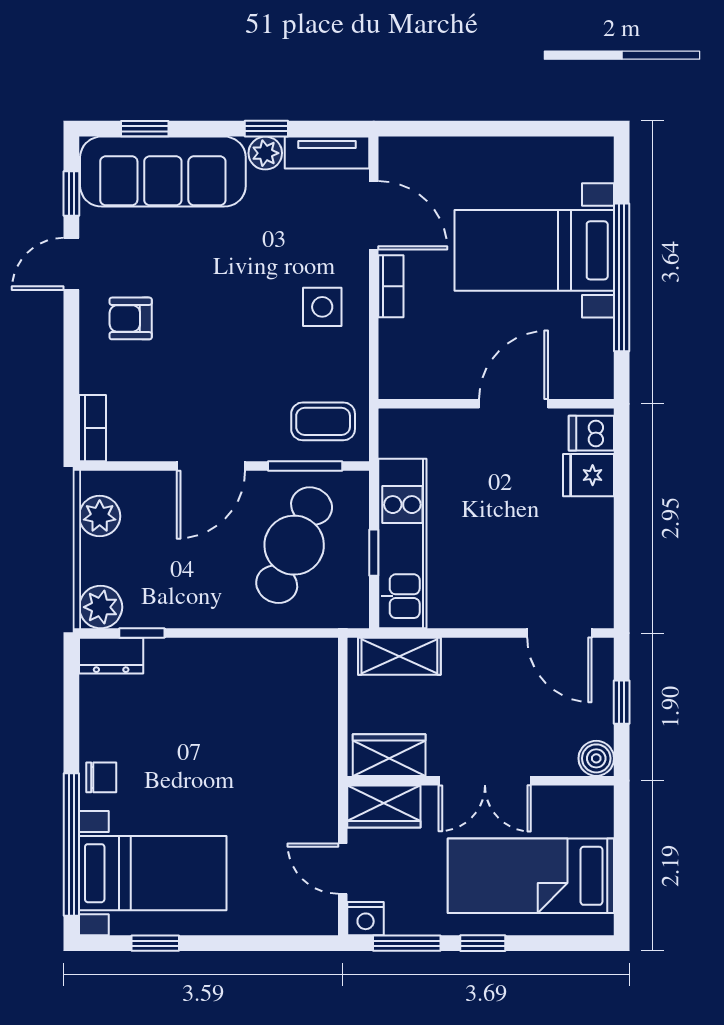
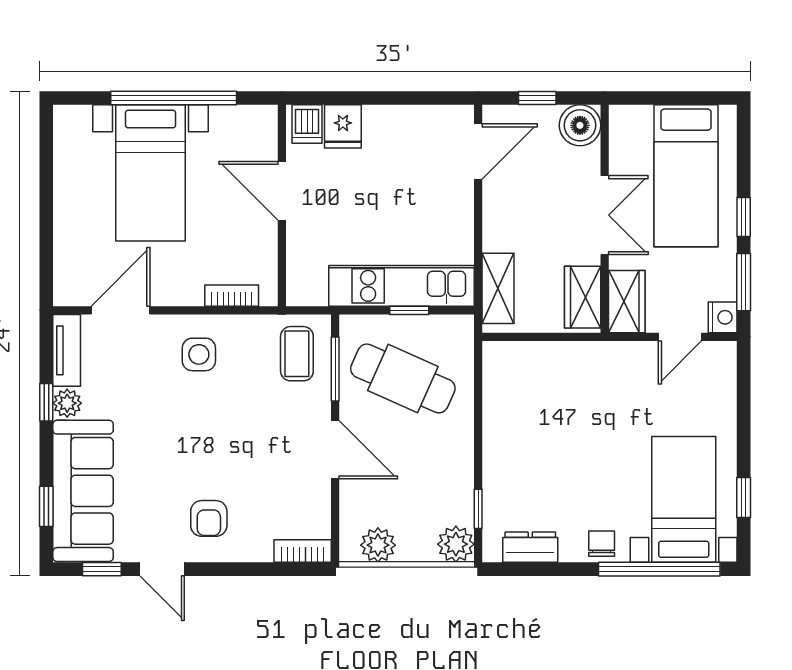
bookcase: (391, 286) -> (232, 296), moved
dresser: (111, 656) -> (530, 547), moved, turned -90
boiler: (596, 758) -> (580, 125), width x1.36, depth x1.36

